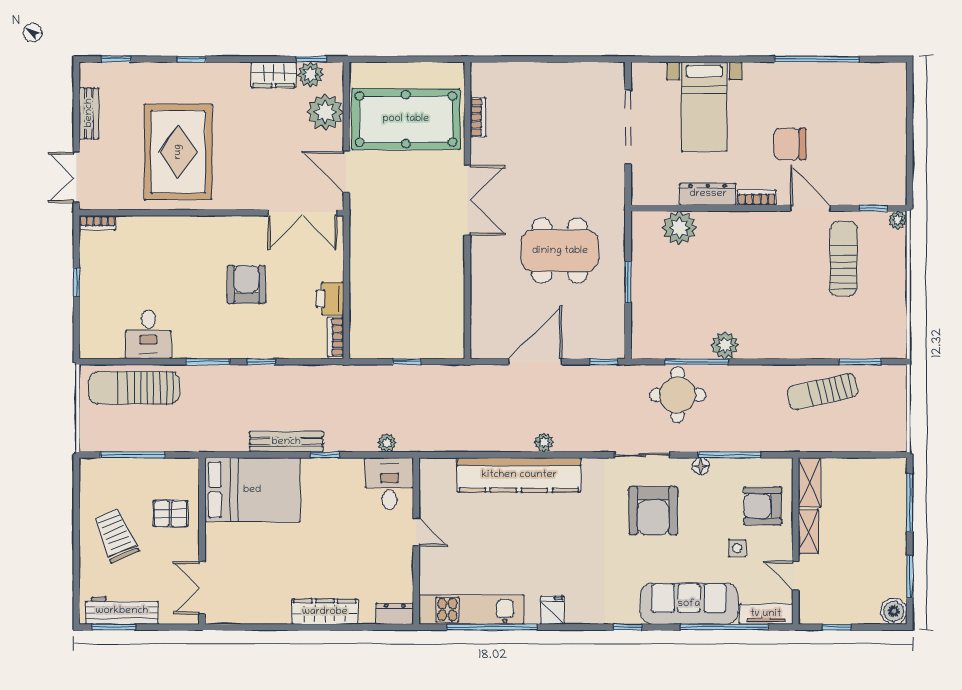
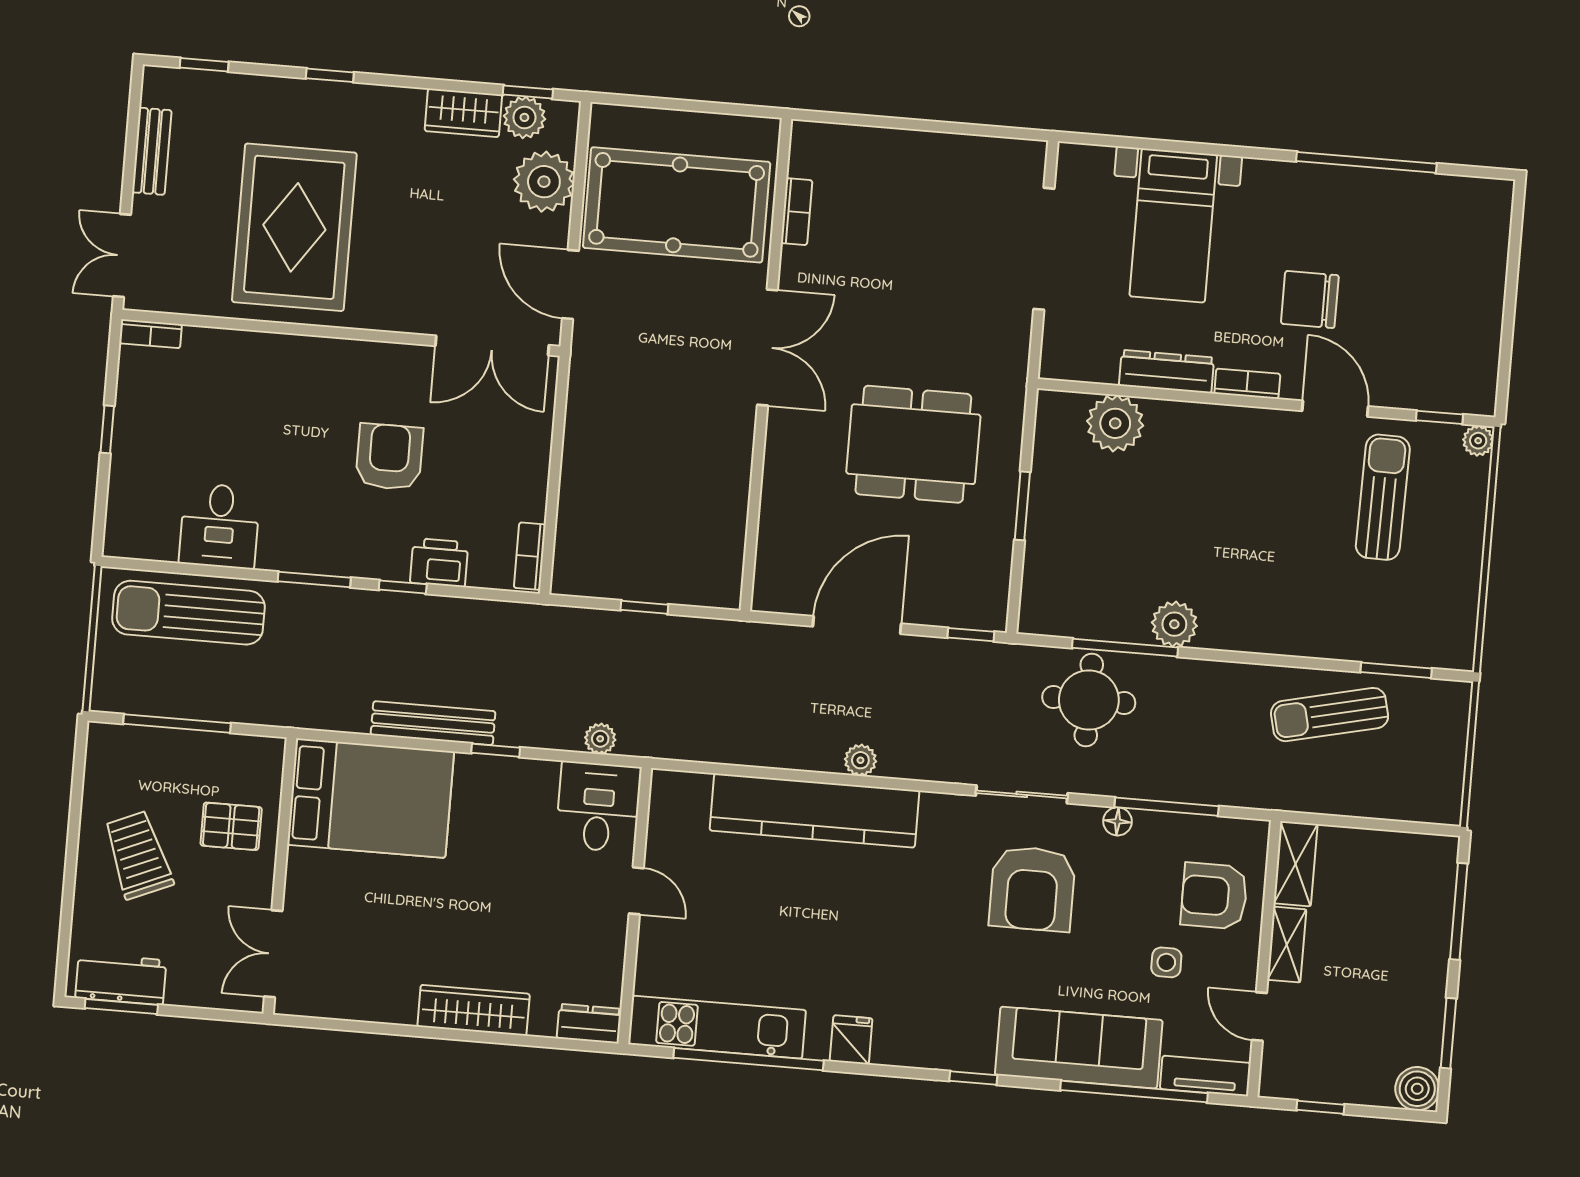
printer: (330, 299) -> (439, 563), moved, turned 90
workbench: (122, 611) -> (121, 979), width x0.73

